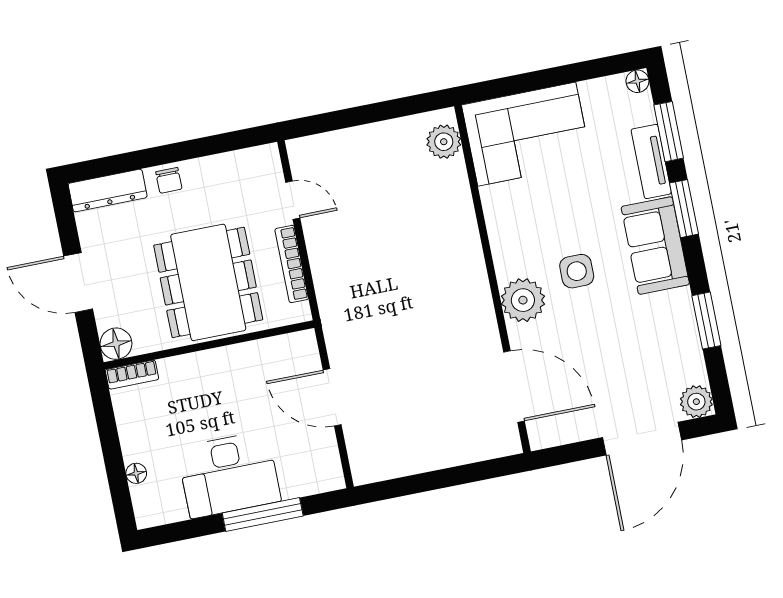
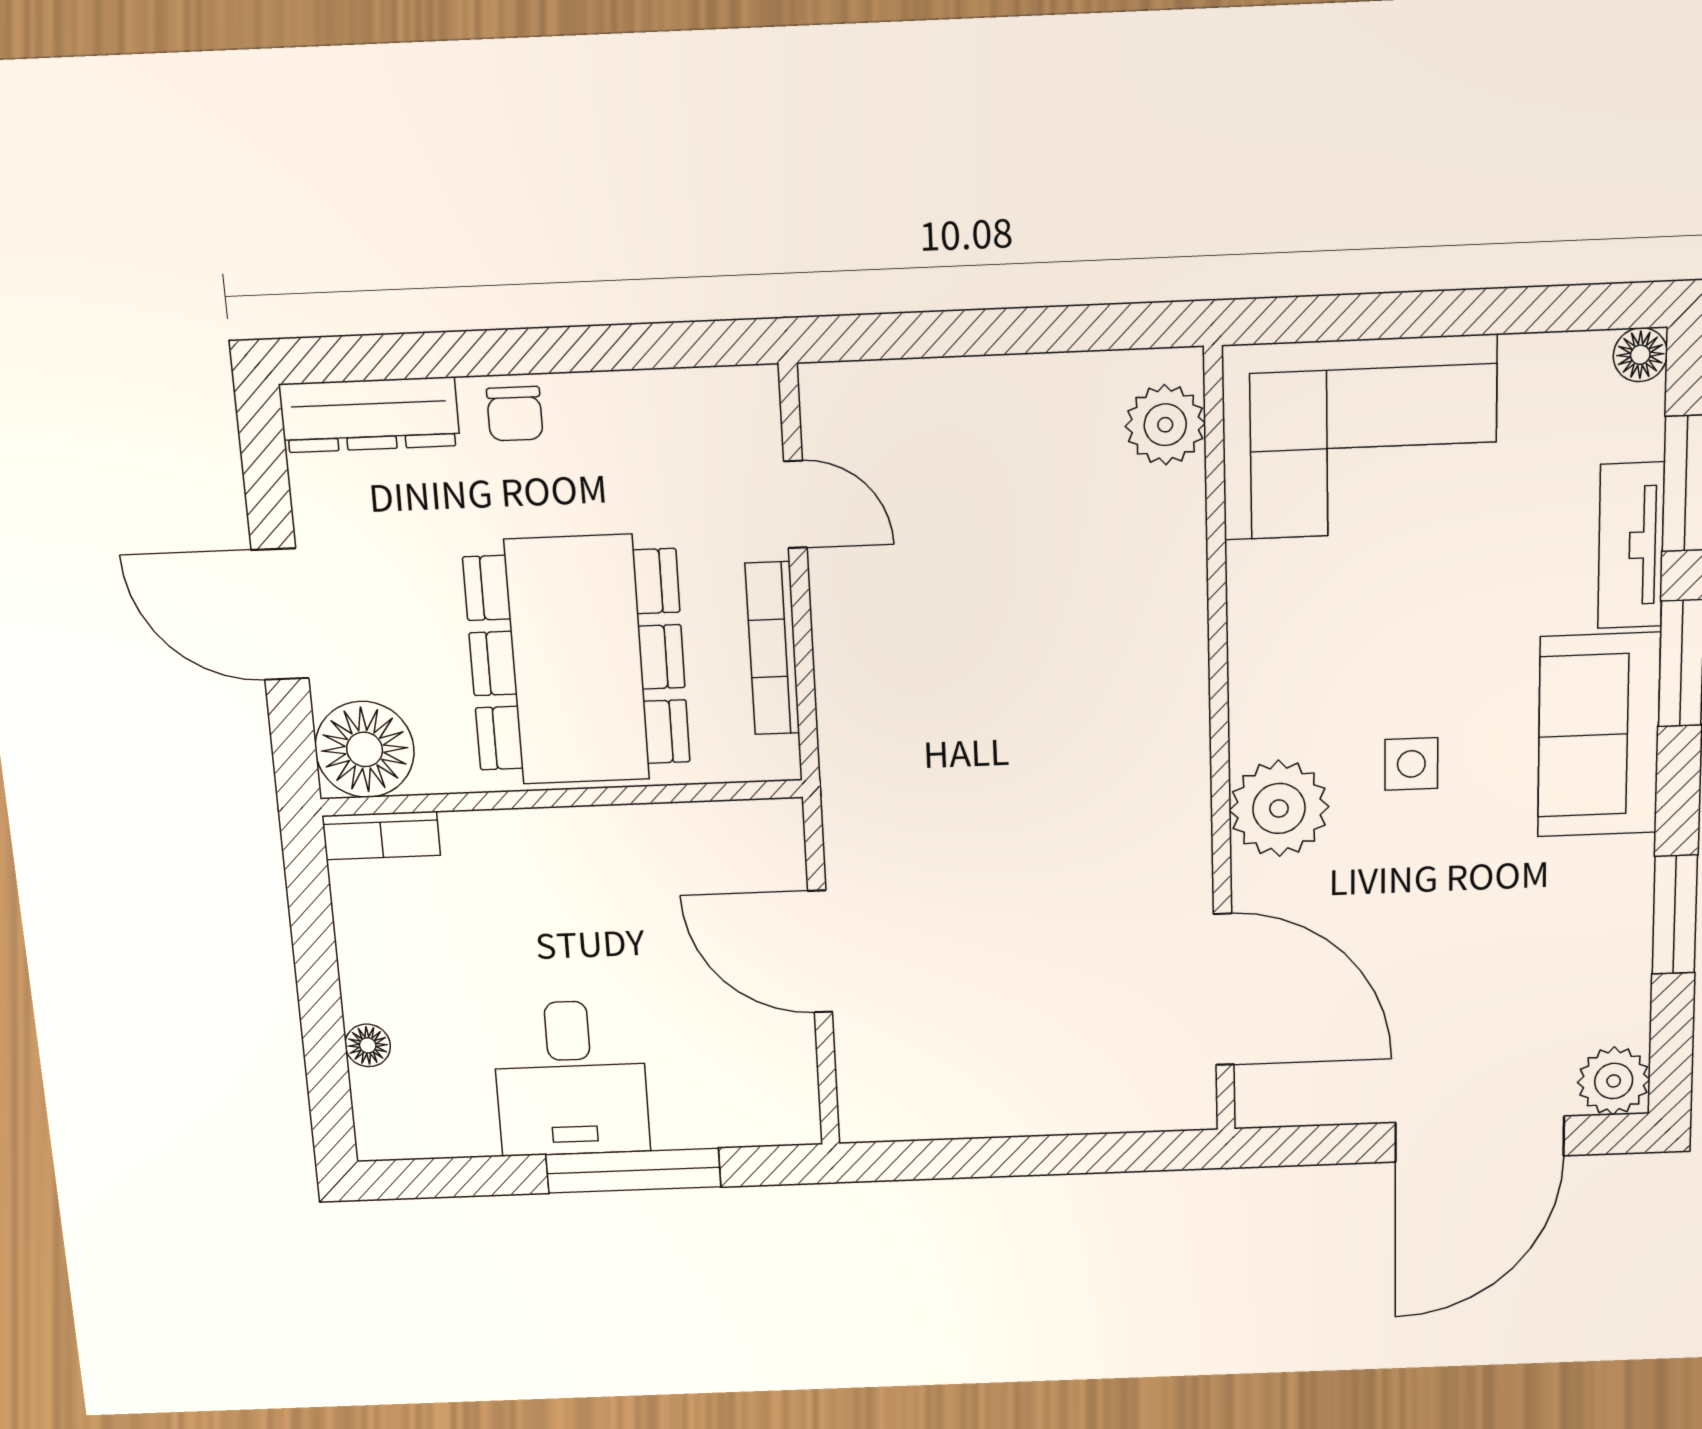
side table: (577, 271) -> (1411, 764), width x0.73, depth x0.73
floor lamp: (116, 344) -> (365, 749), width x1.38, depth x1.38
desk: (229, 474) -> (571, 1078), width x0.73

